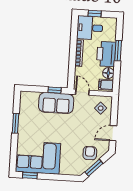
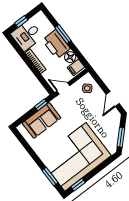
sofa: (56, 103) -> (42, 120), moved
window: (15, 123) -> (50, 177), moved
armchair: (90, 153) -> (108, 129), removed
corner sofa: (38, 158) -> (75, 157), width x1.36, depth x1.36

